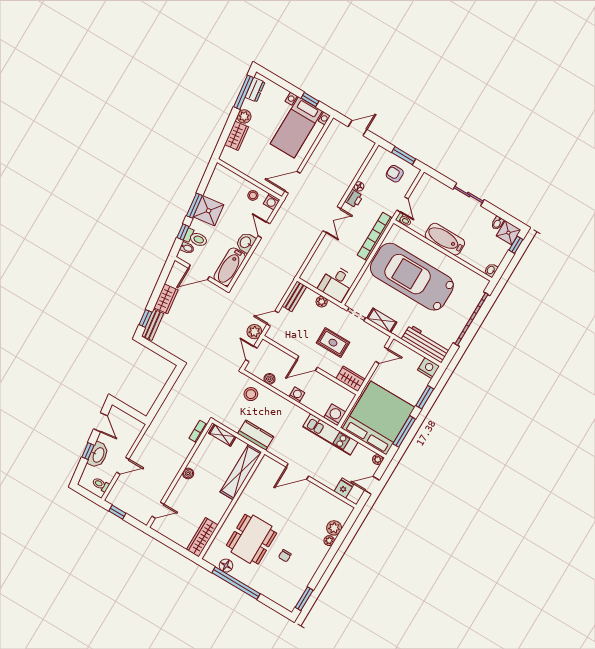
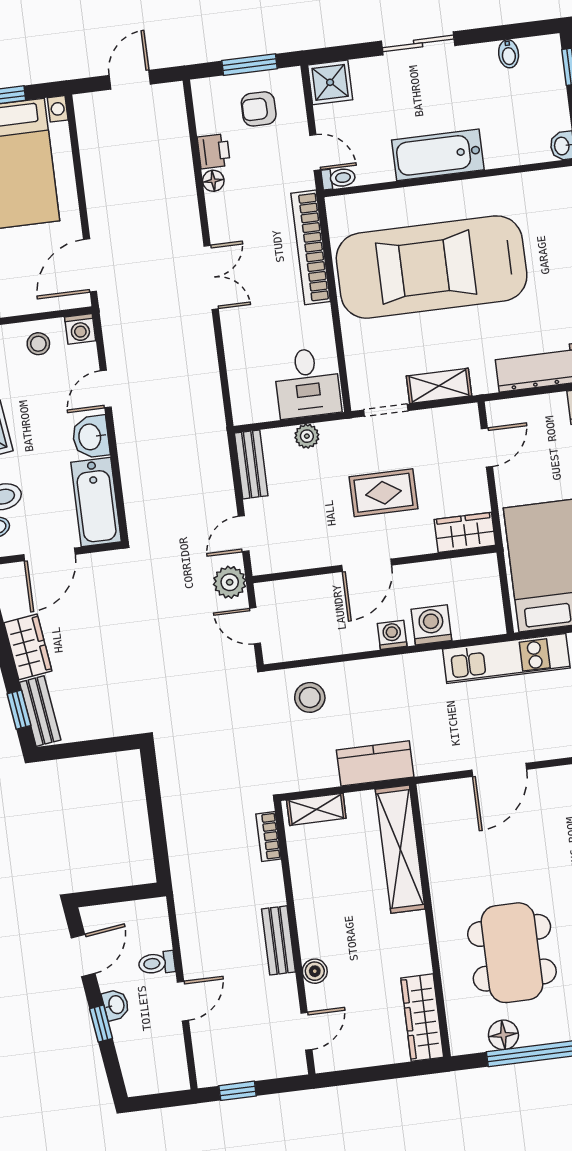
printer: (354, 199) -> (214, 151), moved
door: (264, 230) -> (106, 389), hinge flipped
shower: (508, 233) -> (330, 82), moved
boiler: (269, 379) -> (322, 645), removed
washing machine: (335, 415) -> (431, 625), moved
door: (100, 422) -> (83, 956), hinge flipped
washbasin: (98, 455) -> (116, 1005), width x0.52, depth x0.69
bench: (173, 471) -> (278, 940), added
boiler: (188, 473) -> (315, 971), moved
toilet: (101, 484) -> (157, 963), moved

